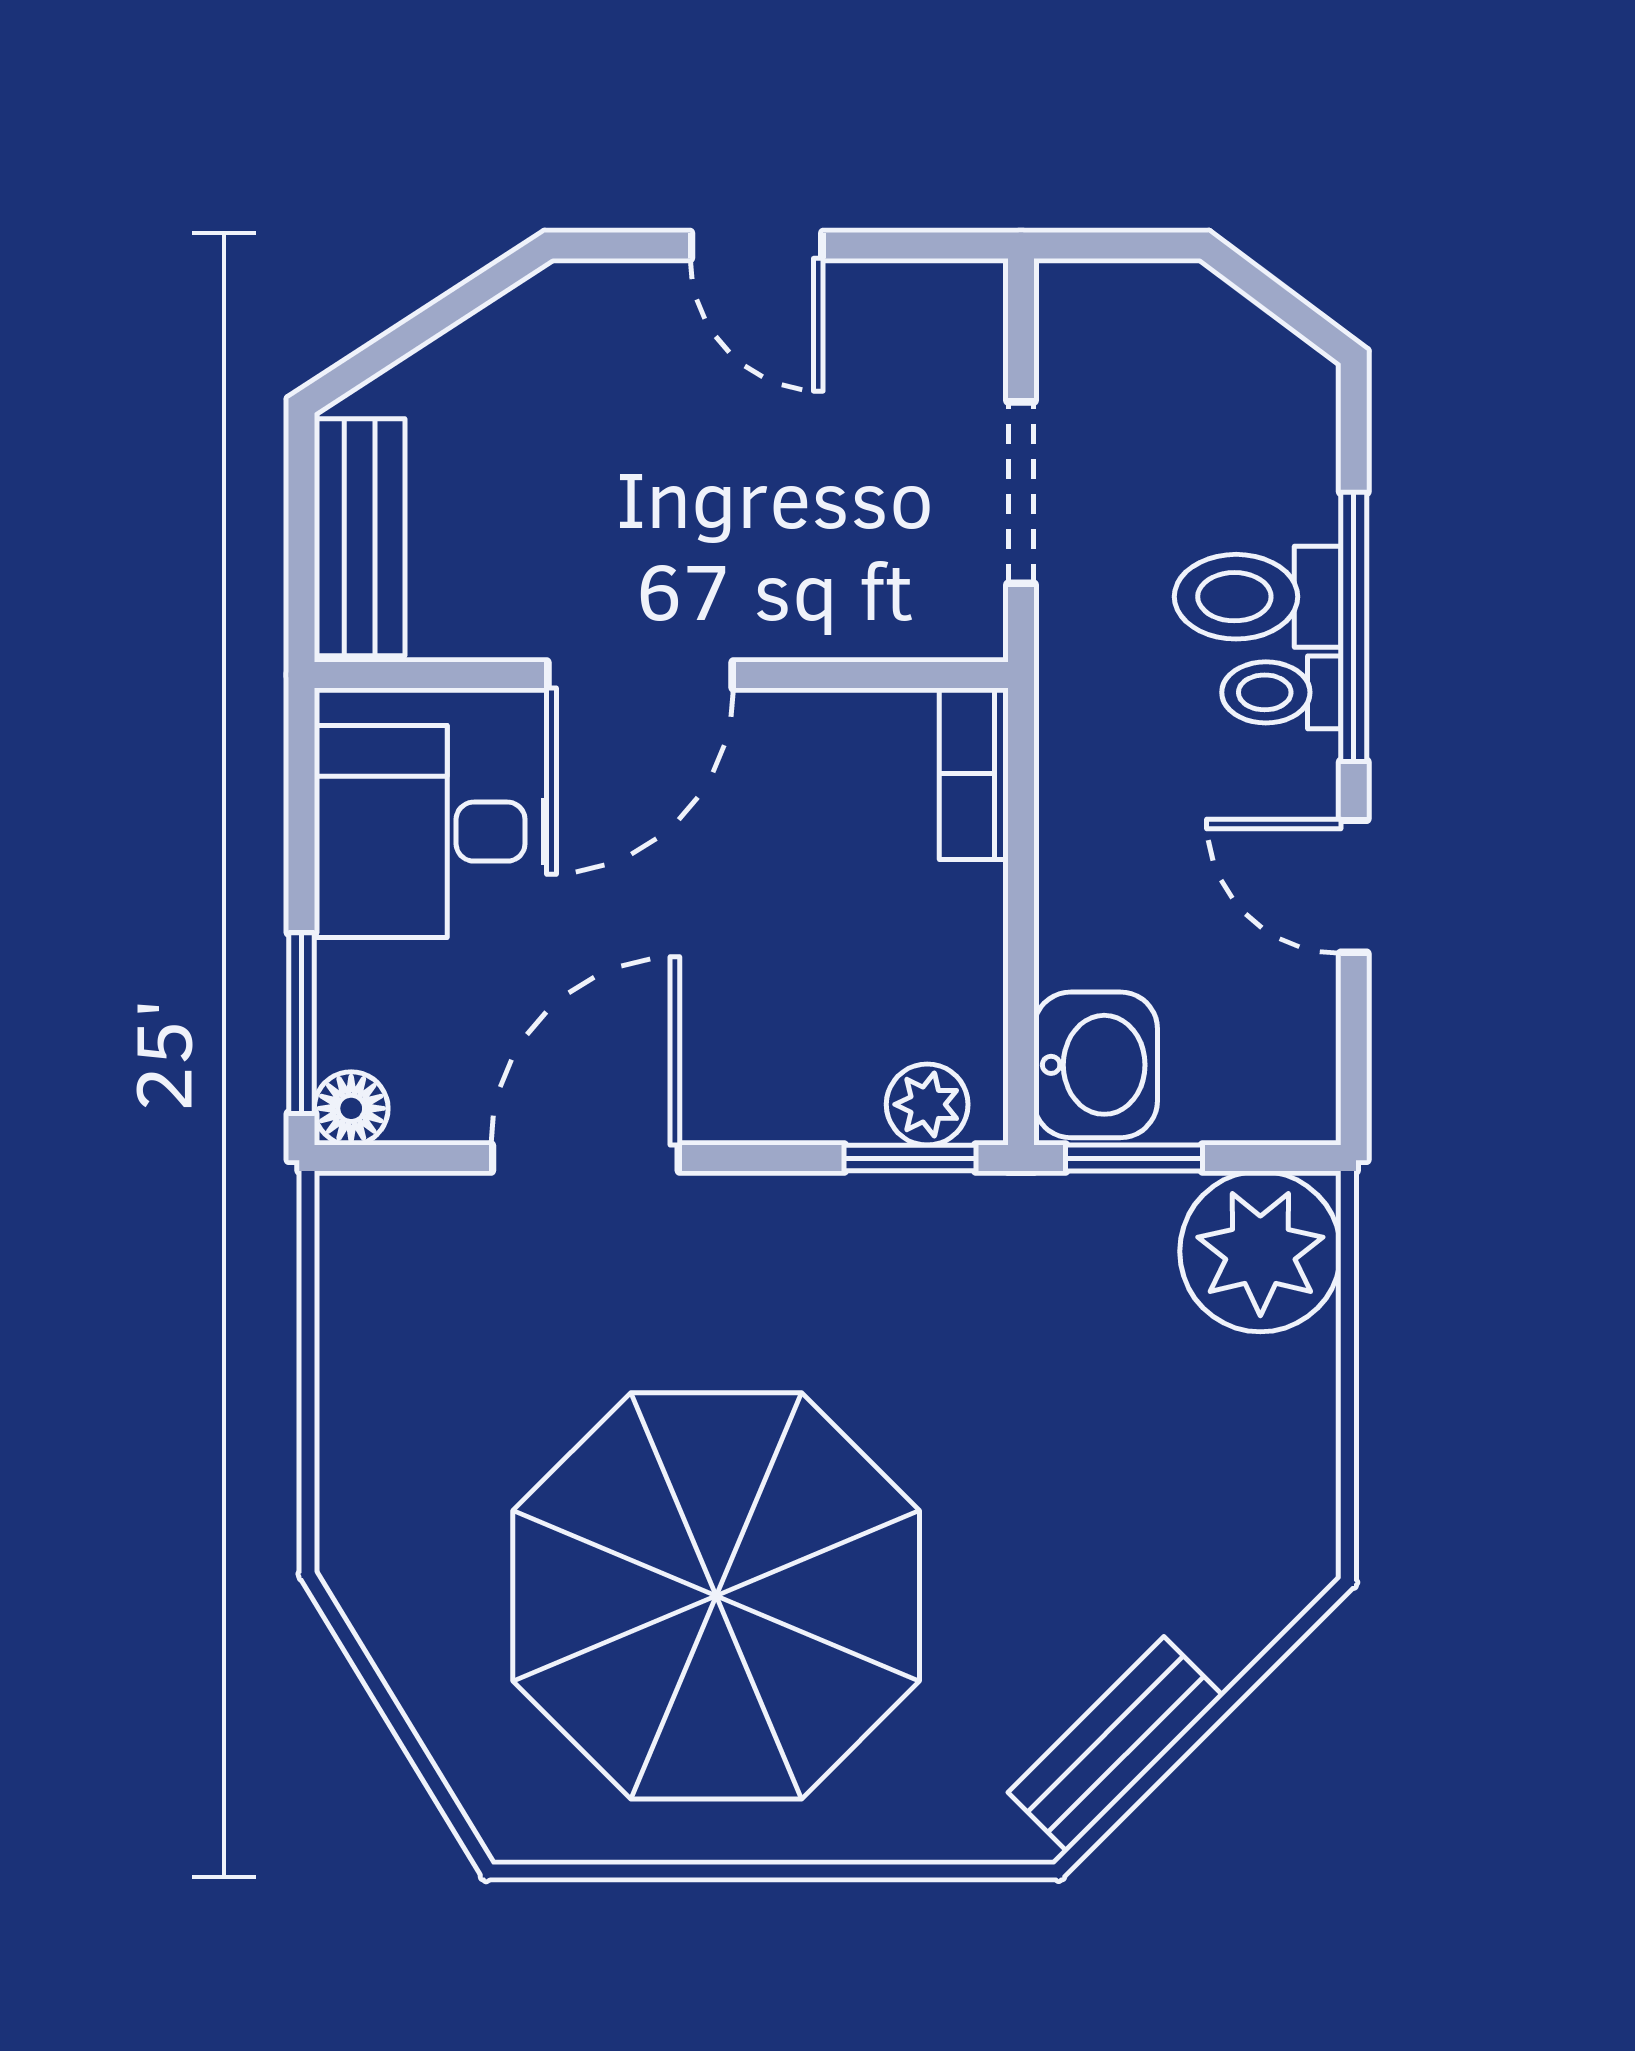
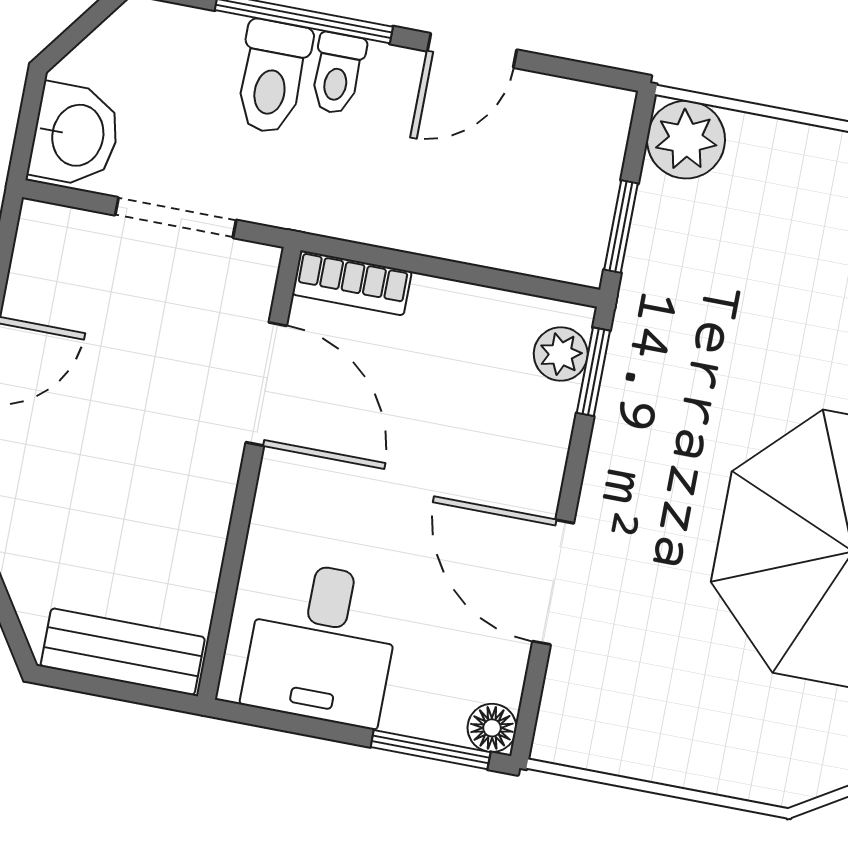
door: (640, 675) -> (266, 384), moved
washbasin: (1096, 1065) -> (75, 135), moved, turned 90
plant: (1260, 1251) -> (686, 140), width x0.73, depth x0.73

